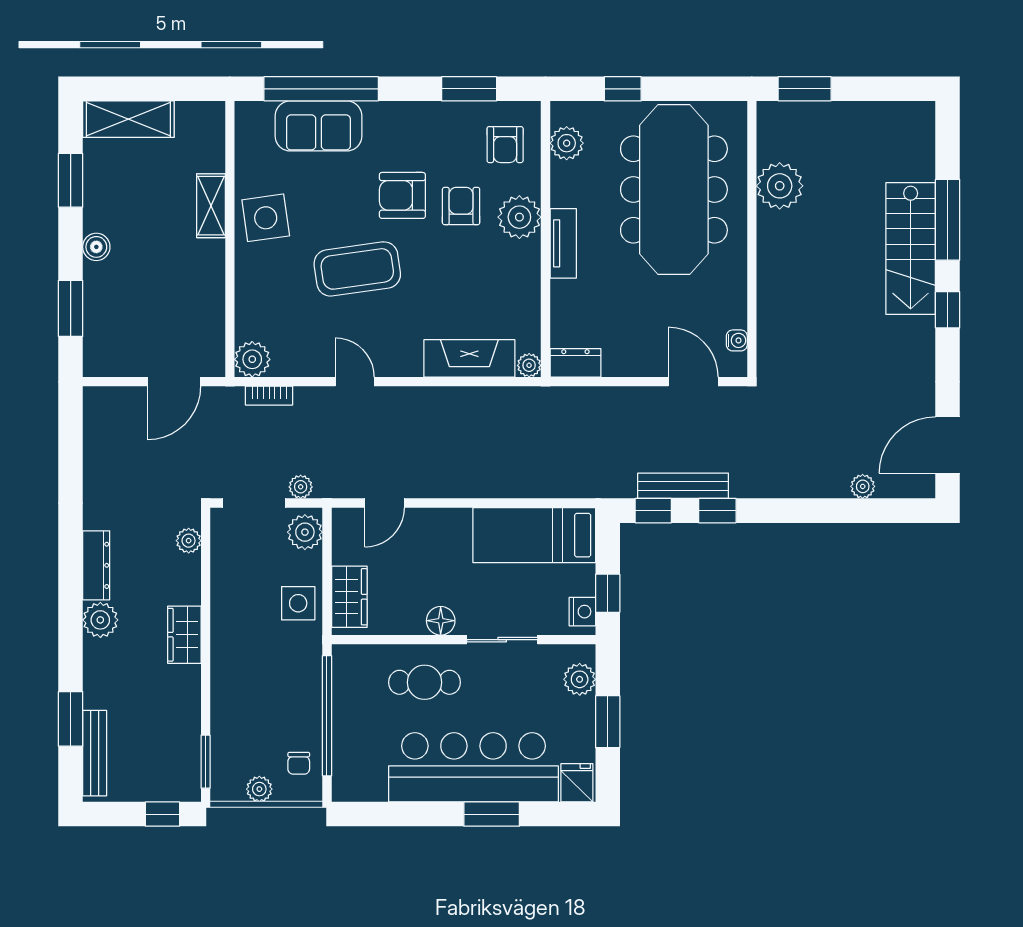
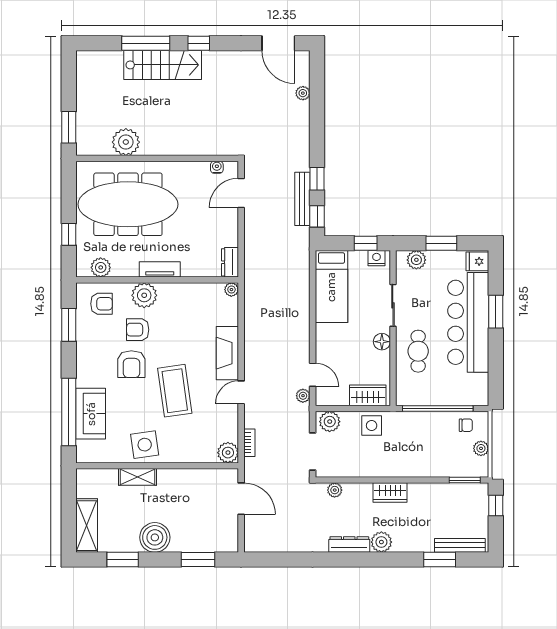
boiler: (96, 247) -> (155, 537), width x1.86, depth x1.86
fireplace: (469, 358) -> (227, 353), moved
plant: (301, 487) -> (303, 396), moved

